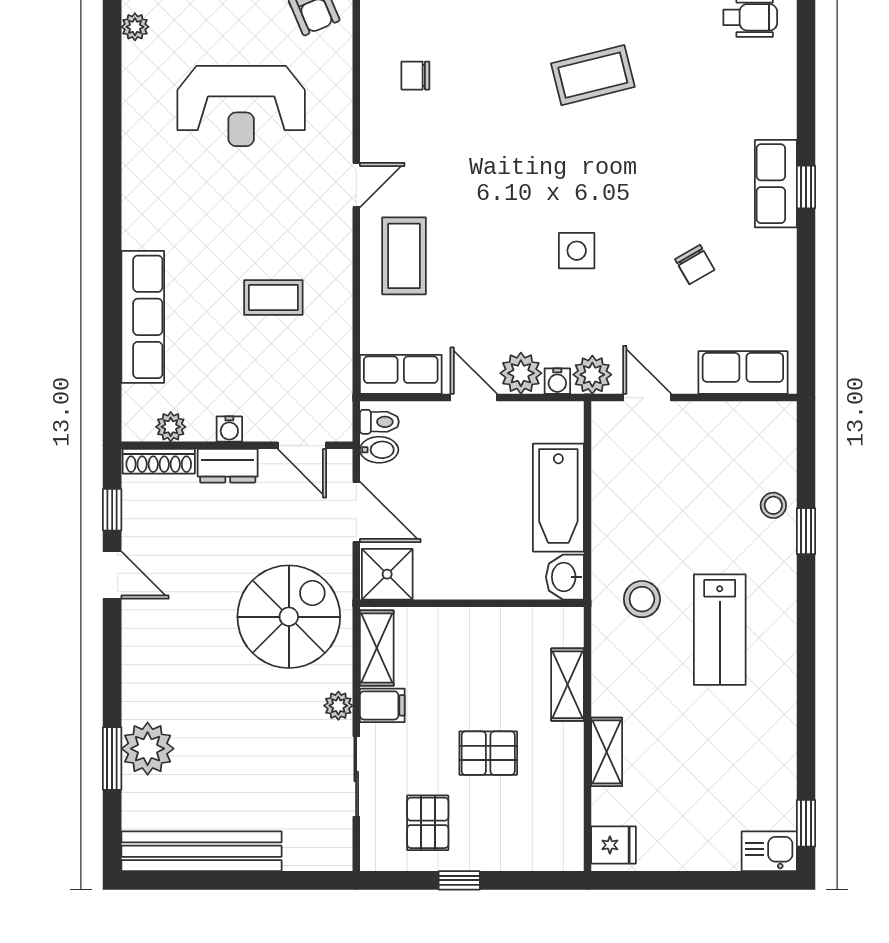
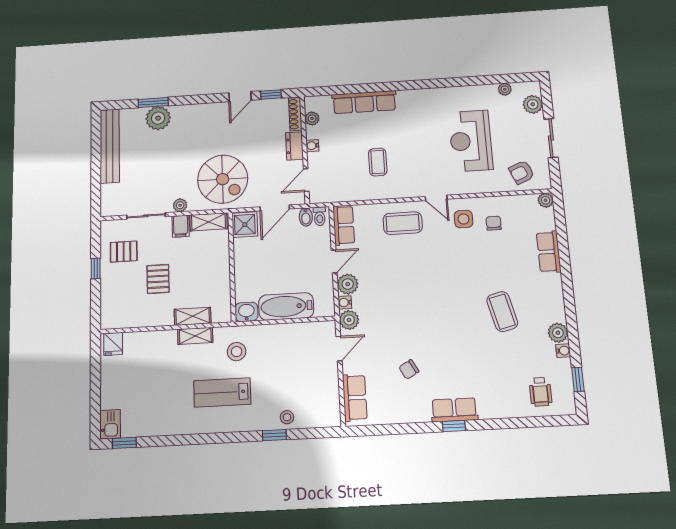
side table: (577, 251) -> (464, 219), moved
shelving: (607, 752) -> (195, 336), moved

